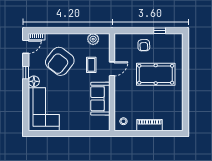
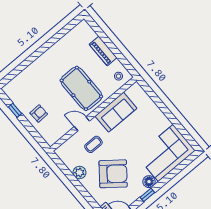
plant: (93, 39) -> (79, 172), moved
pool table: (156, 74) -> (81, 88), moved

